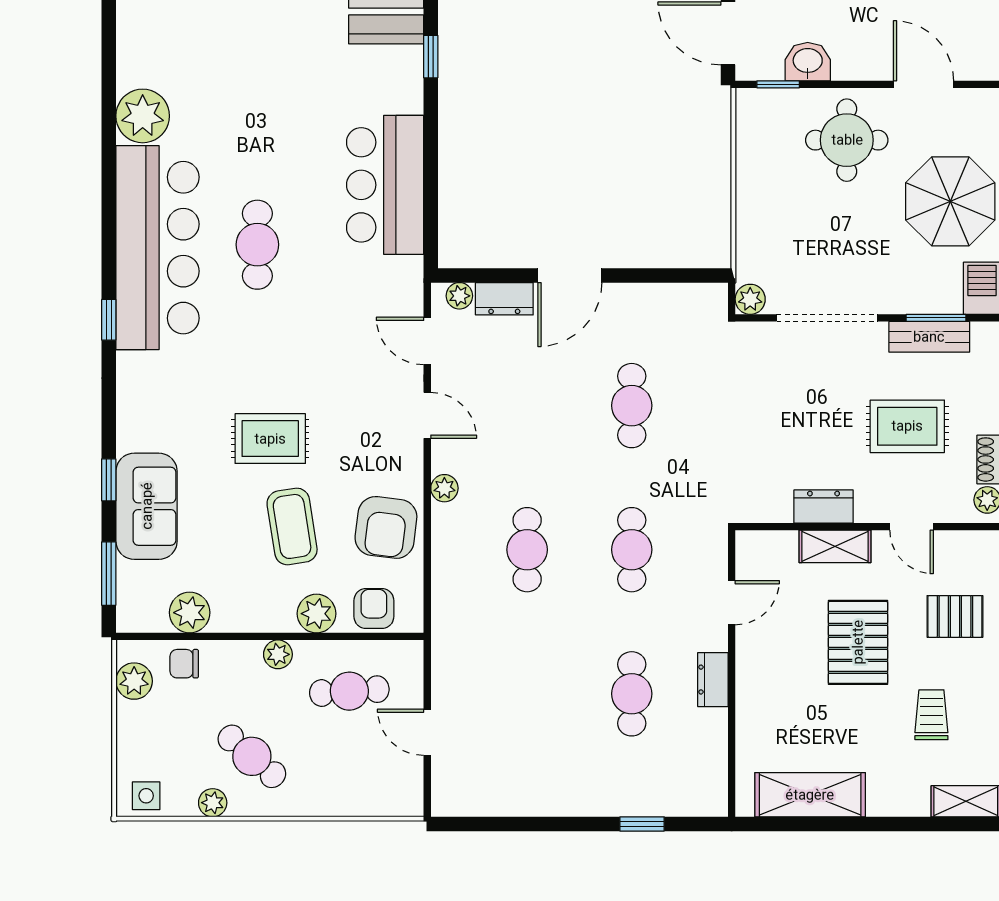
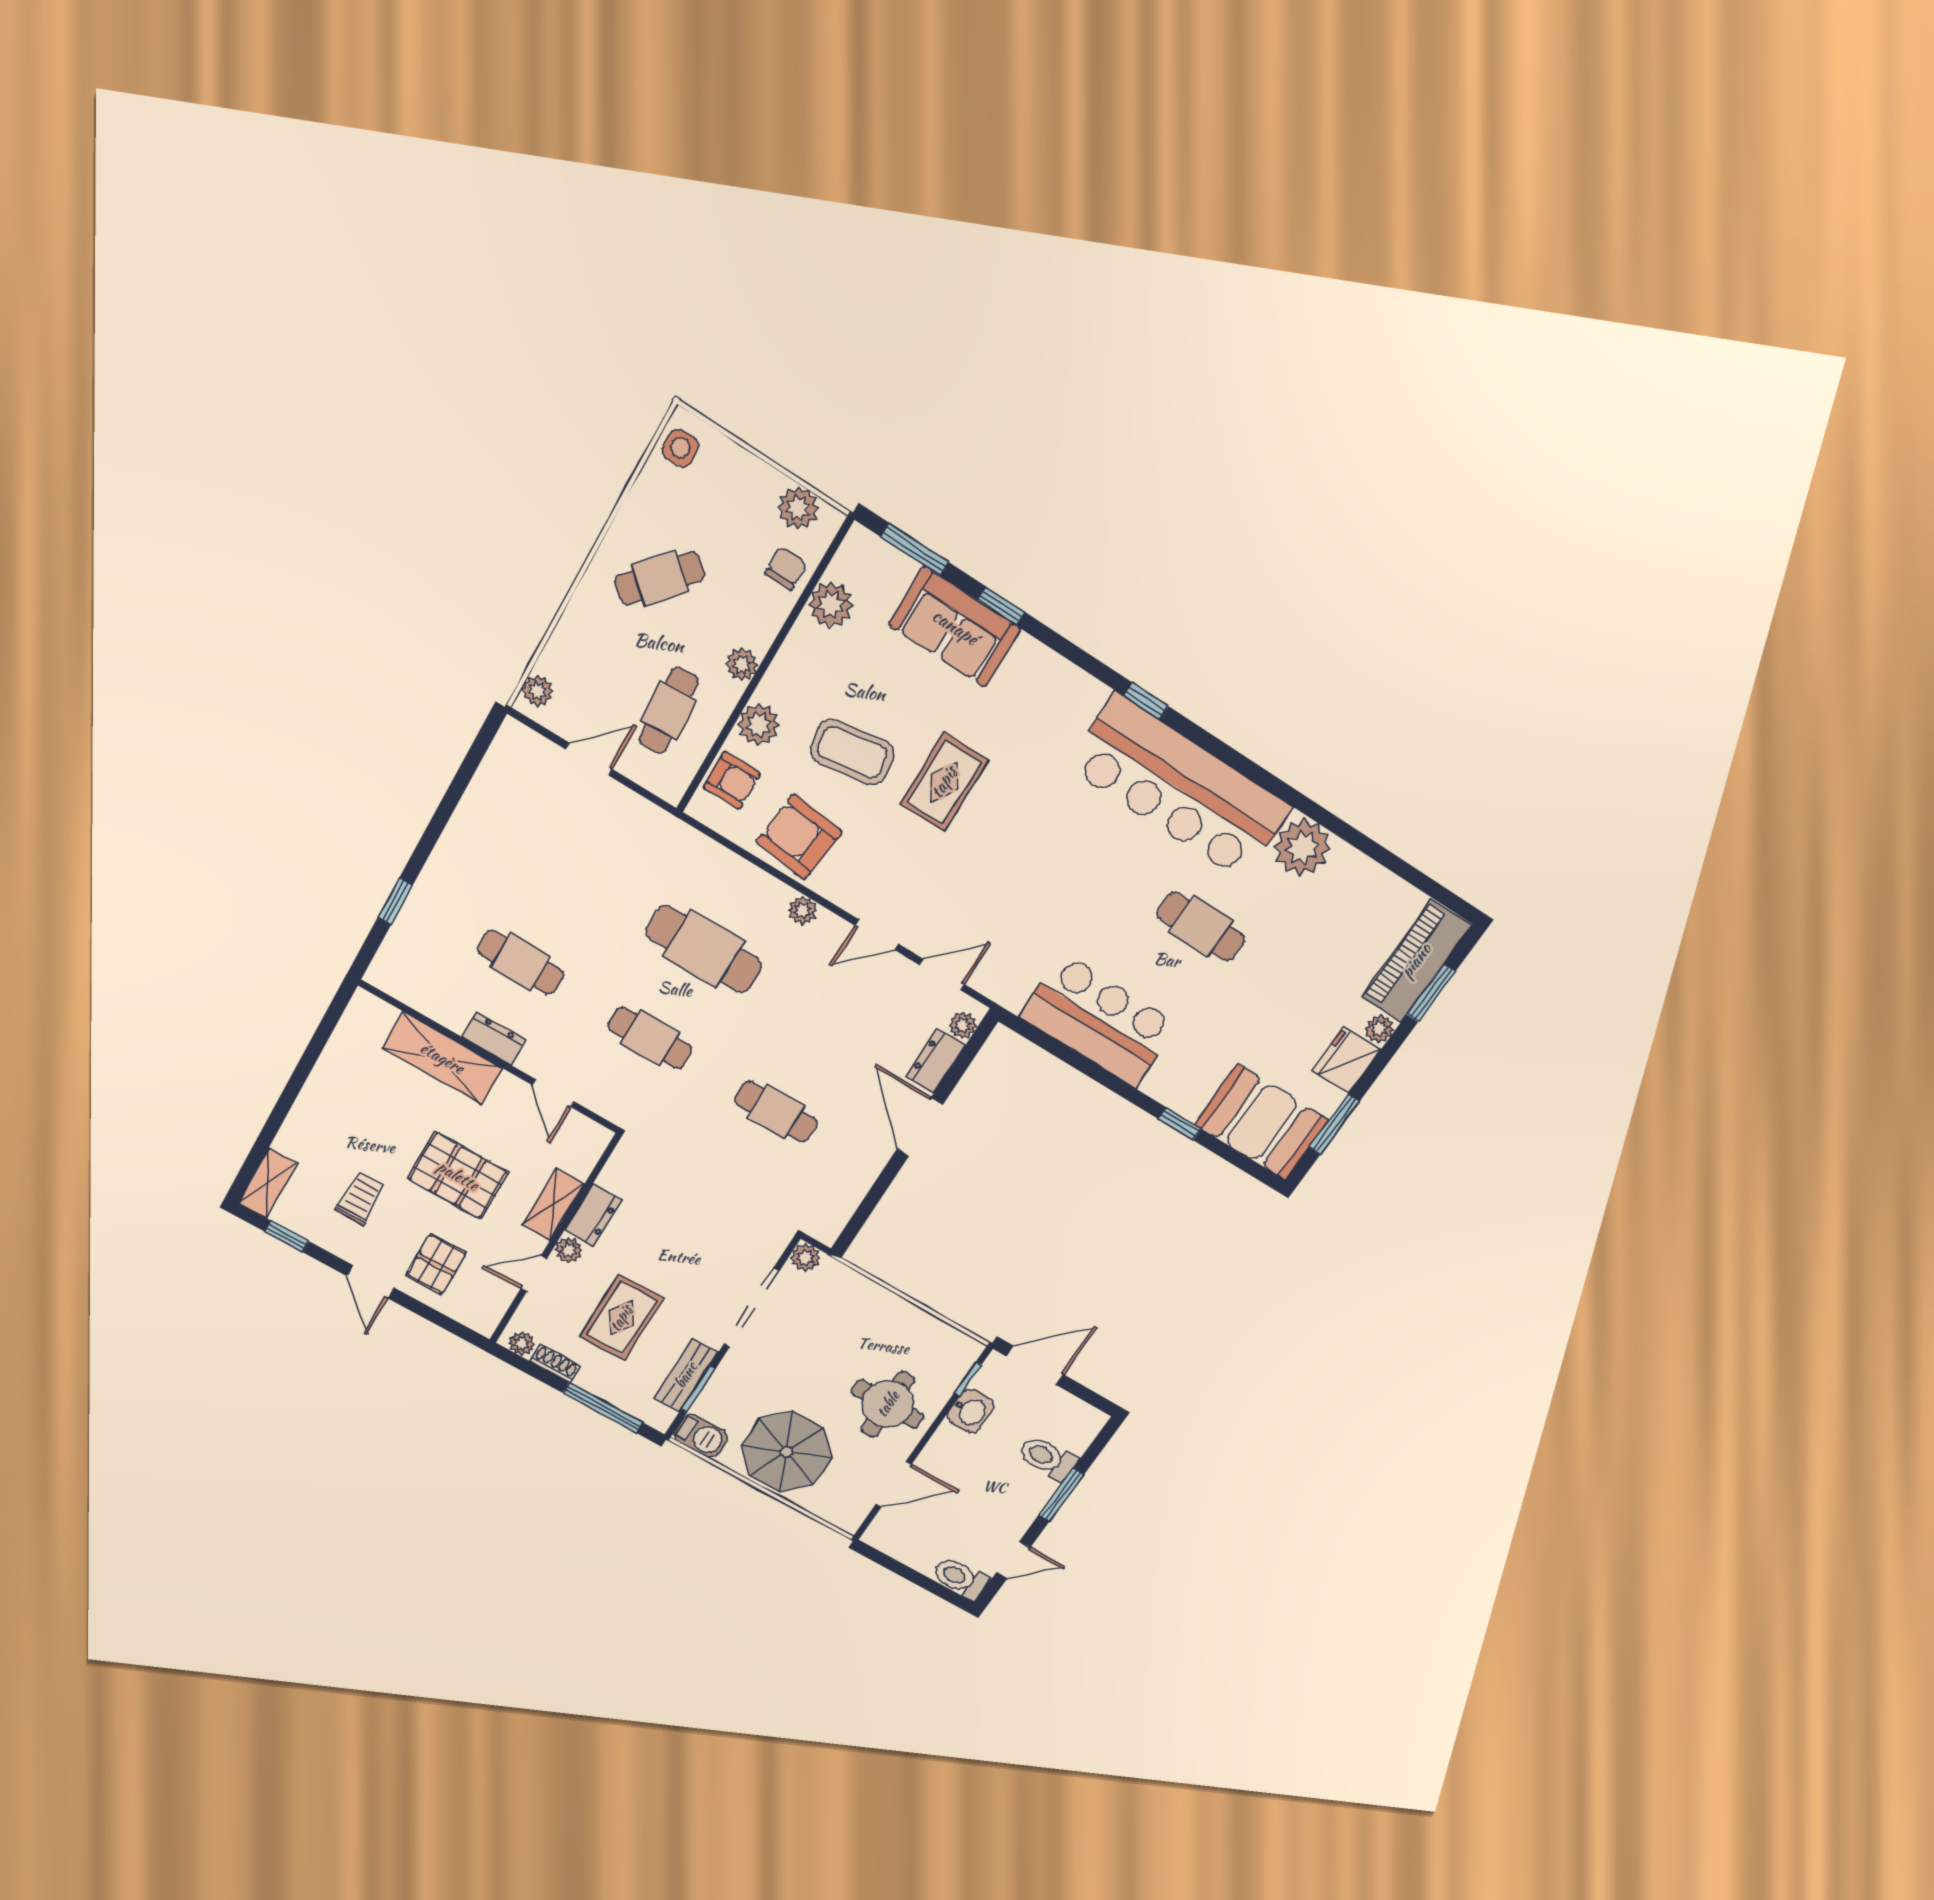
cafe table: (257, 245) -> (1201, 927), moved
plant: (870, 509) -> (569, 1250), added
cafe table: (527, 550) -> (704, 949), width x1.37, depth x1.35
trolley: (931, 715) -> (360, 1198), turned -90
shelving: (810, 795) -> (442, 1058), moved, turned 90
plant: (213, 803) -> (537, 691), moved

